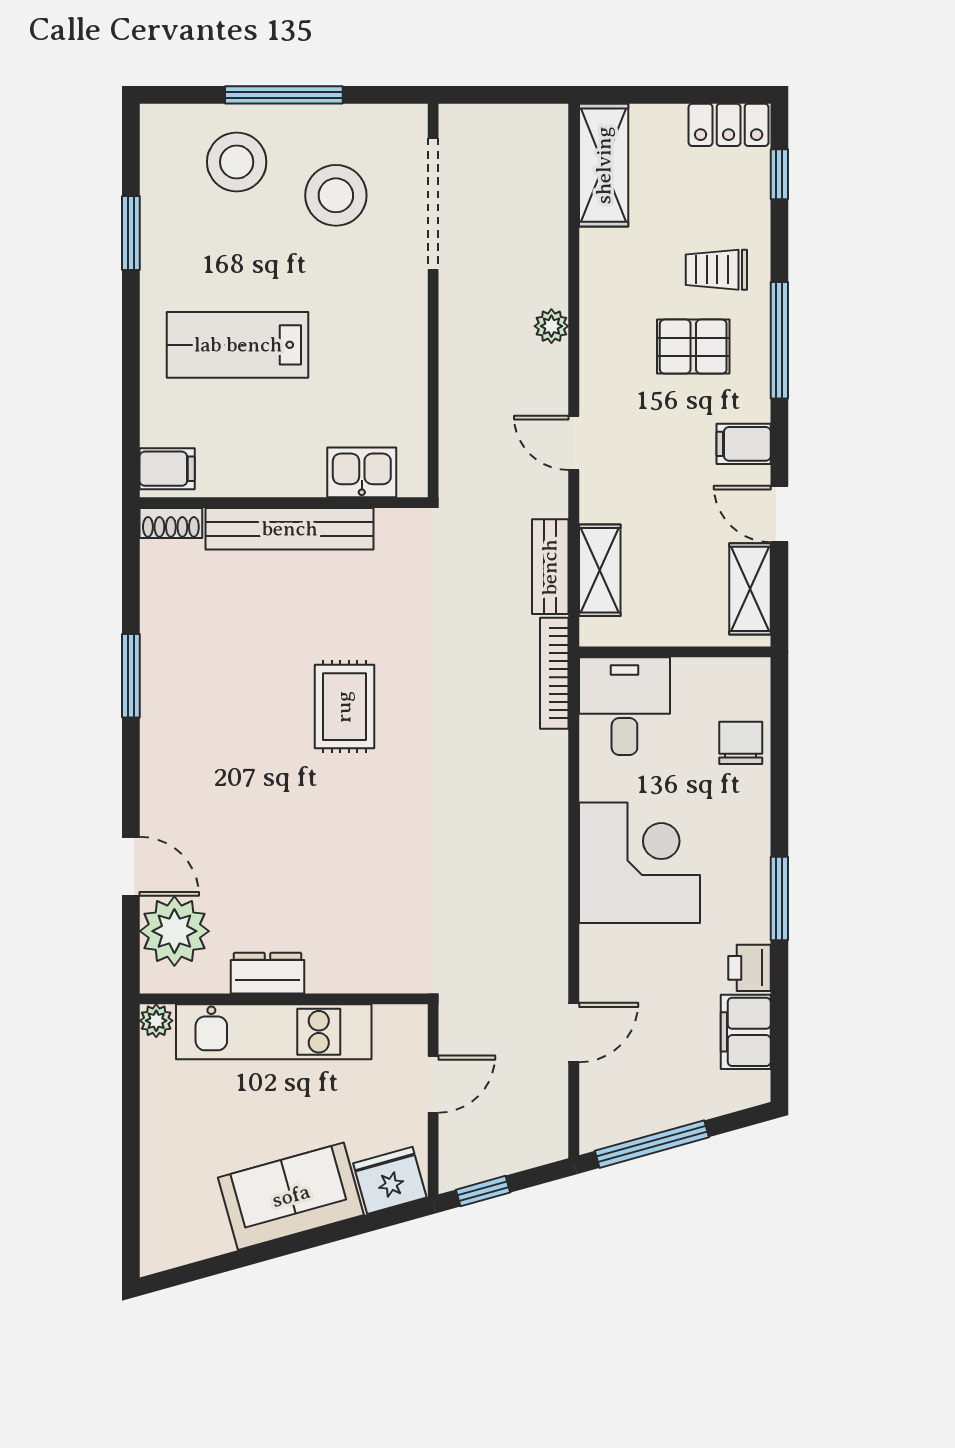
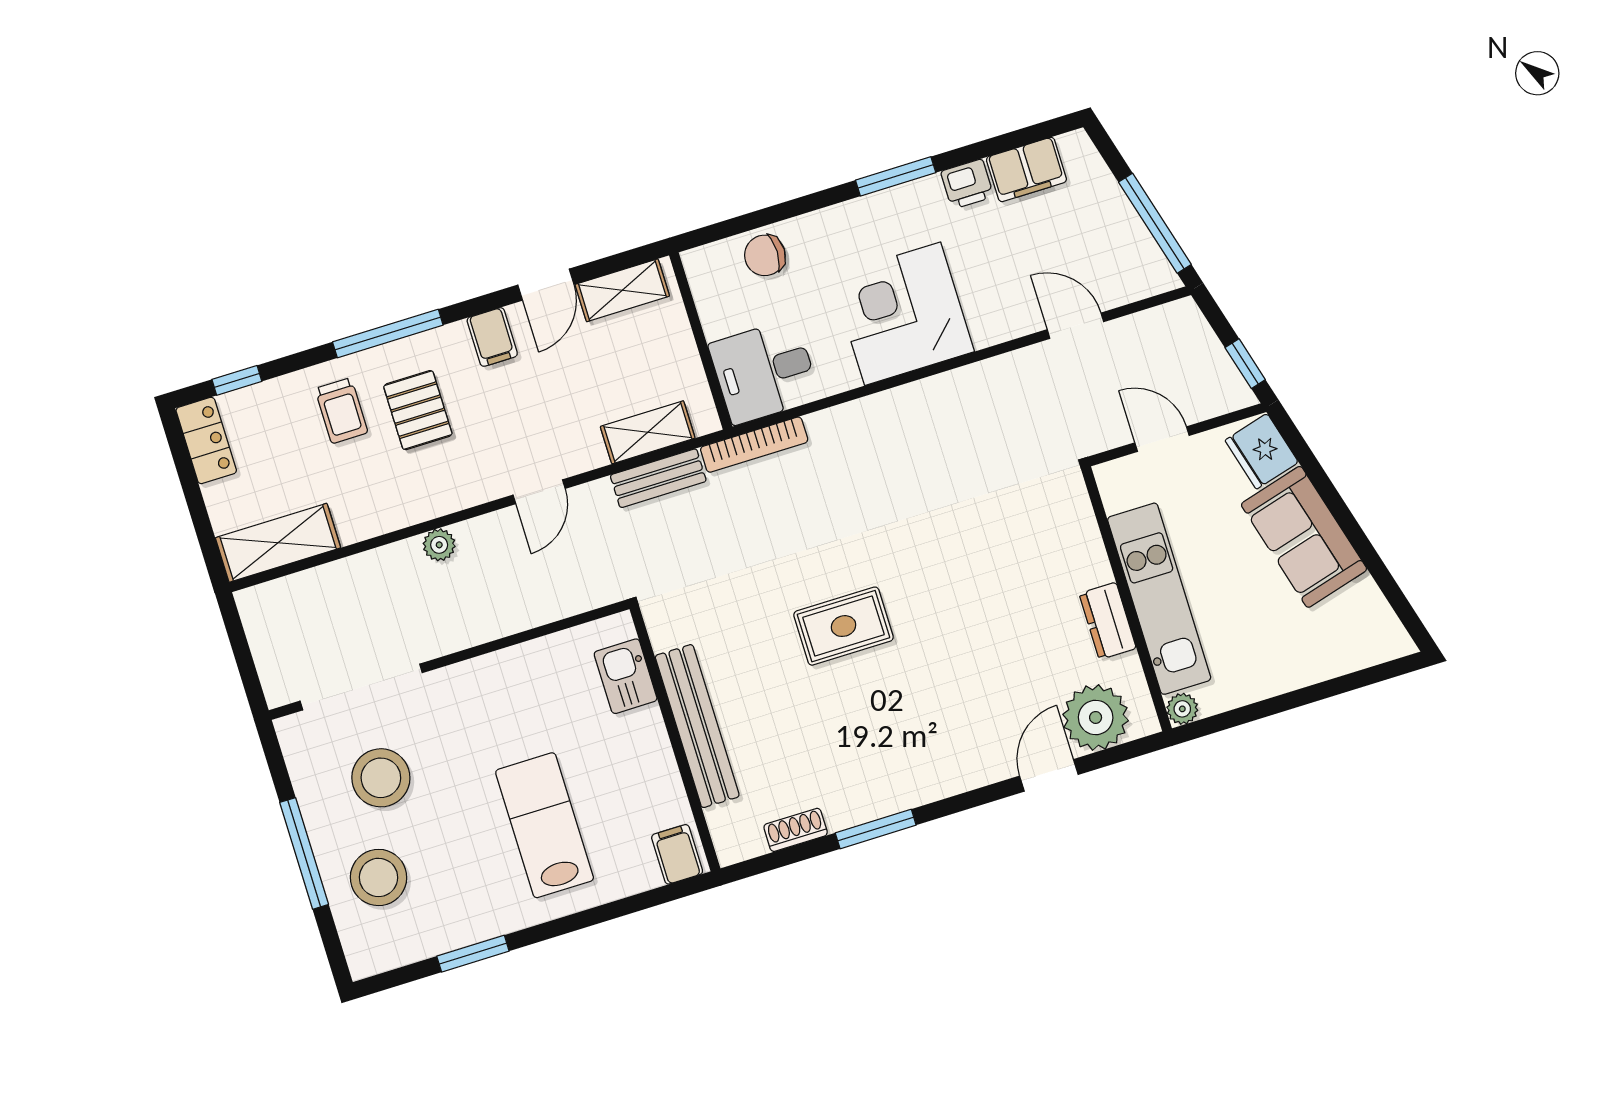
lab bench: (238, 345) -> (545, 825), turned 180
shoe rack: (171, 523) -> (796, 830), moved, turned -90

